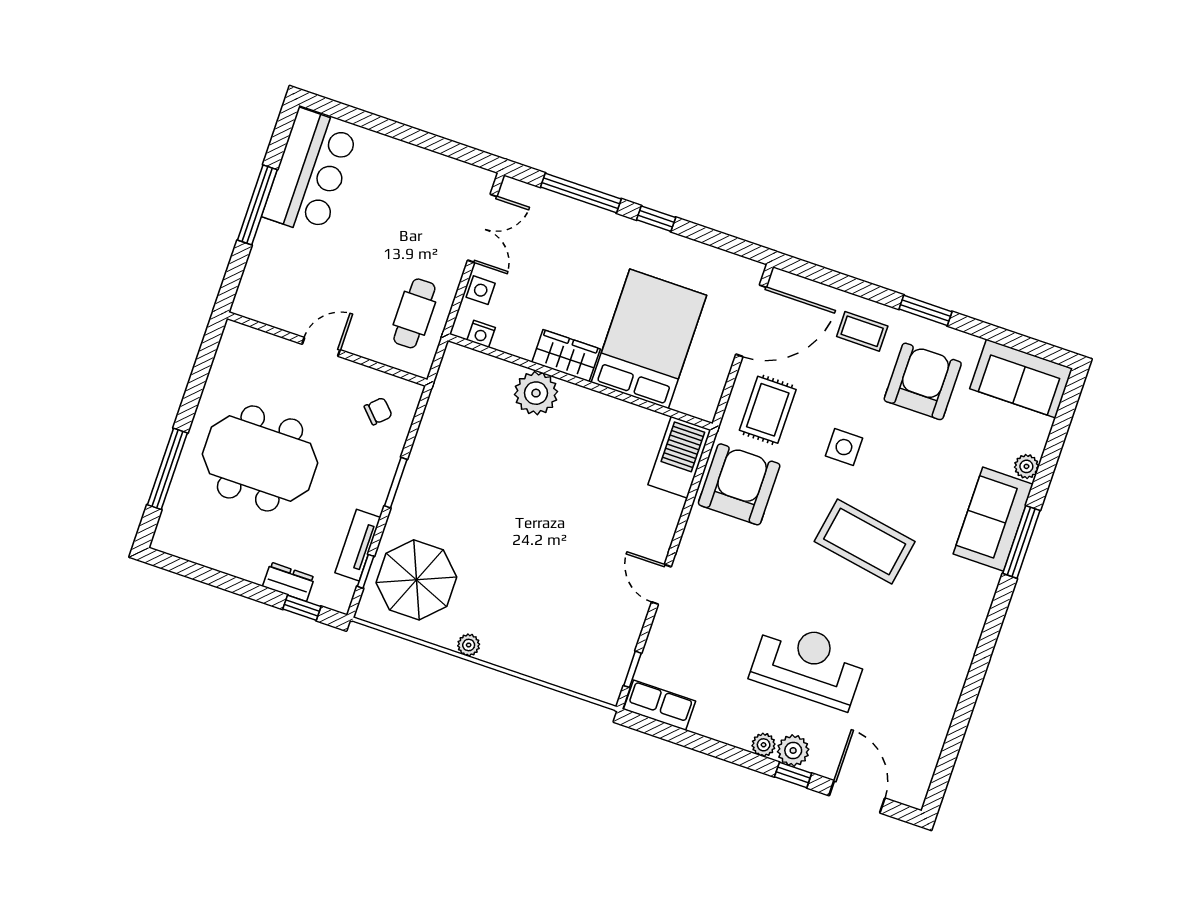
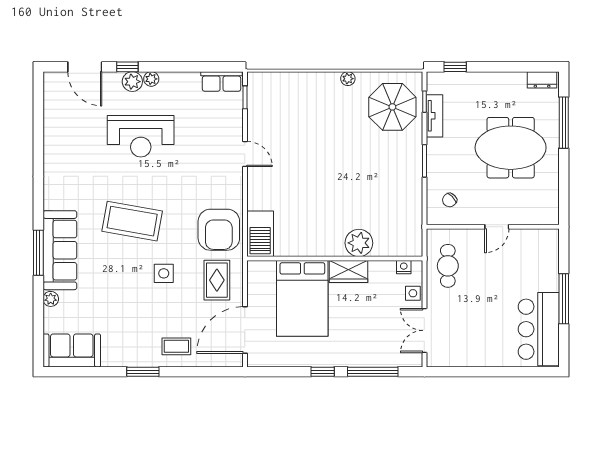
armchair: (923, 381) -> (130, 329), removed
sofa: (993, 519) -> (60, 250), width x1.36
dresser: (289, 582) -> (542, 80), moved

